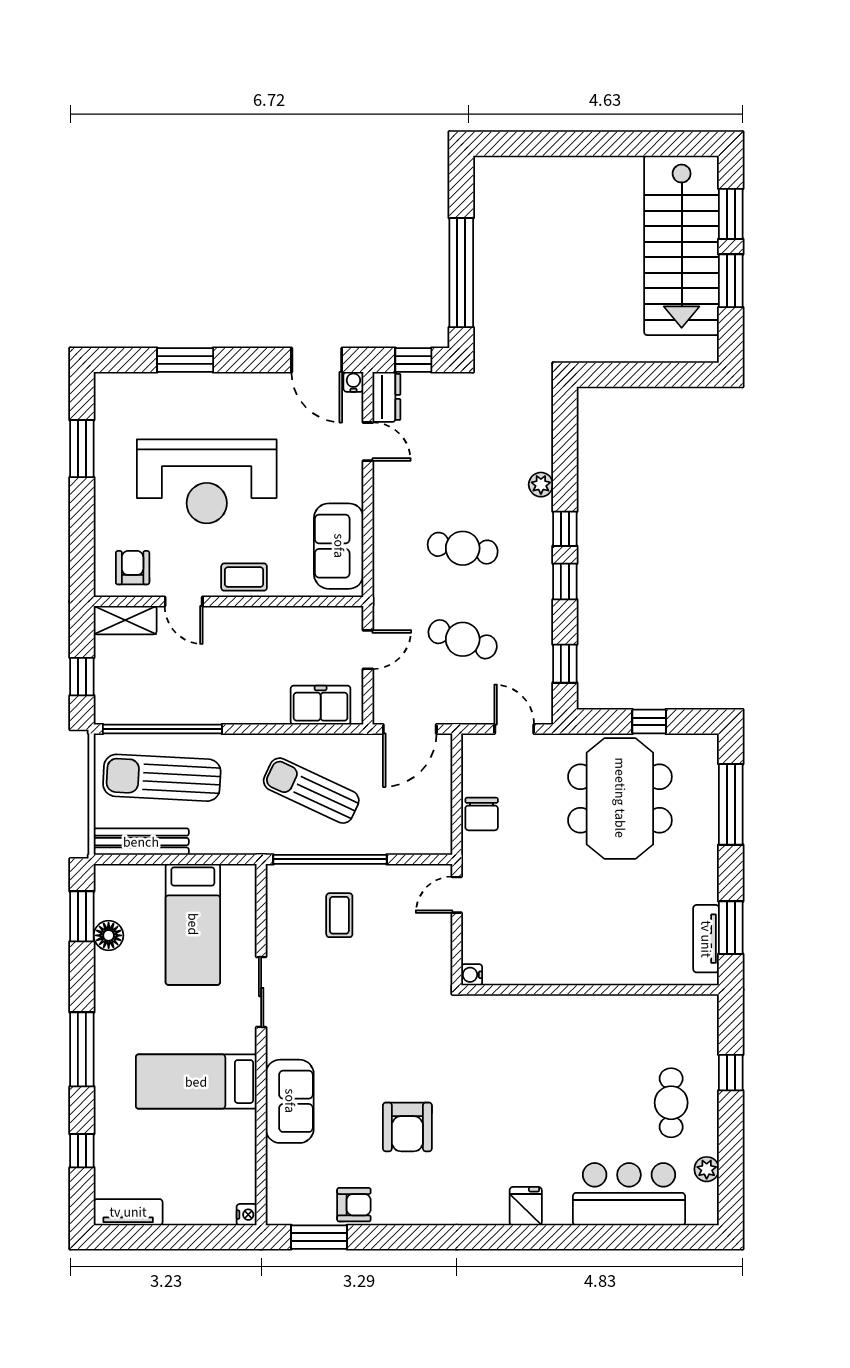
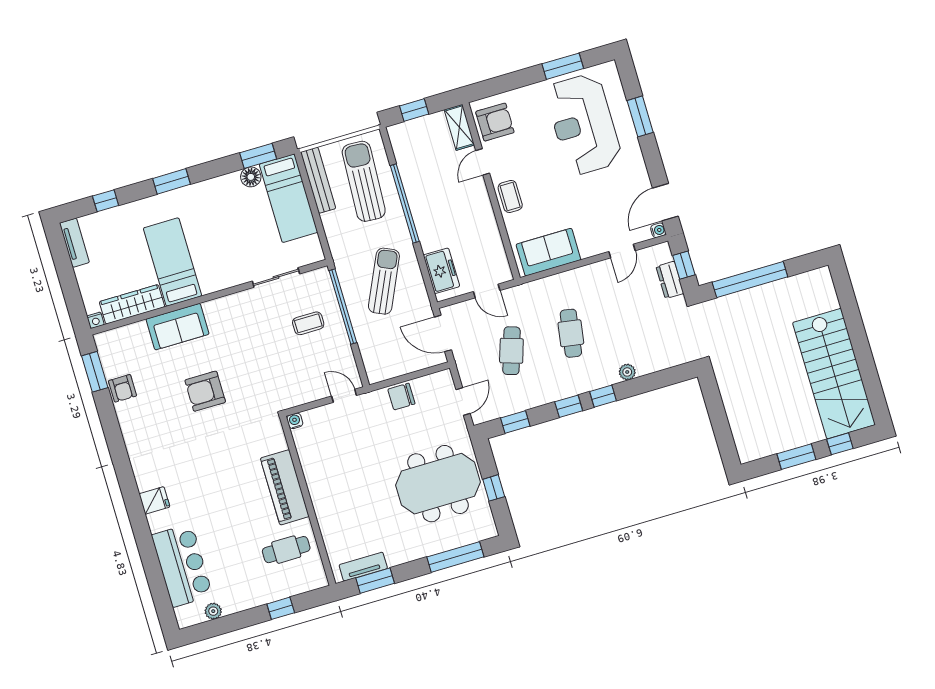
window: (731, 214) -> (840, 444), width x0.67
stairs: (682, 245) -> (834, 374), moved, turned -90
dresser: (386, 397) -> (670, 280), moved, turned 90
reception desk: (207, 481) -> (583, 124), moved
armchair: (133, 568) -> (495, 122), width x1.38, depth x1.38
window: (162, 729) -> (405, 203), moved
bed: (193, 924) -> (288, 198), moved, turned -90
sliding door: (261, 992) -> (276, 277), moved
piano: (561, 1017) -> (285, 487), added
window: (82, 1049) -> (172, 181), width x0.69
cafe table: (671, 1103) -> (286, 550), moved
armchair: (407, 1127) -> (205, 391), moved
wardrobe: (239, 1156) -> (132, 304), added

